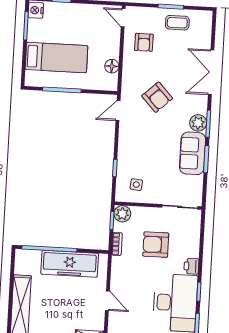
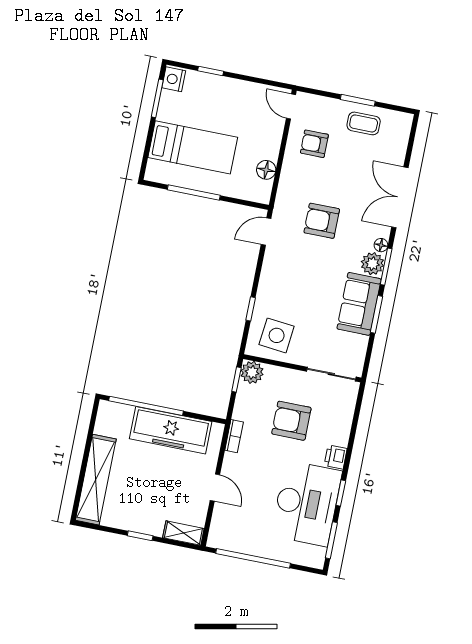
armchair: (144, 42) -> (314, 144), turned 90
armchair: (157, 97) -> (322, 221), turned 133
floor lamp: (202, 109) -> (381, 245), added
side table: (136, 185) -> (277, 335), width x1.87, depth x1.87
bookcase: (117, 244) -> (234, 436), moved

